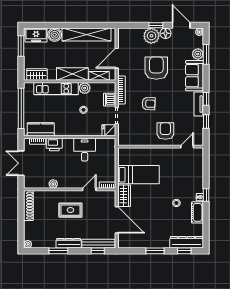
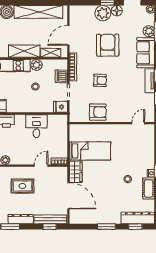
armchair: (165, 131) -> (98, 112), moved, turned 90

